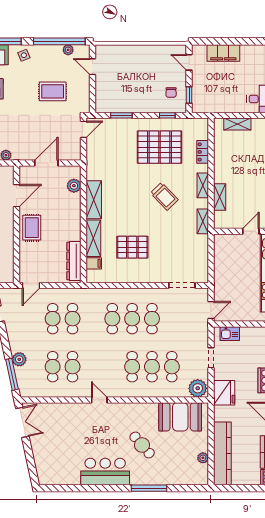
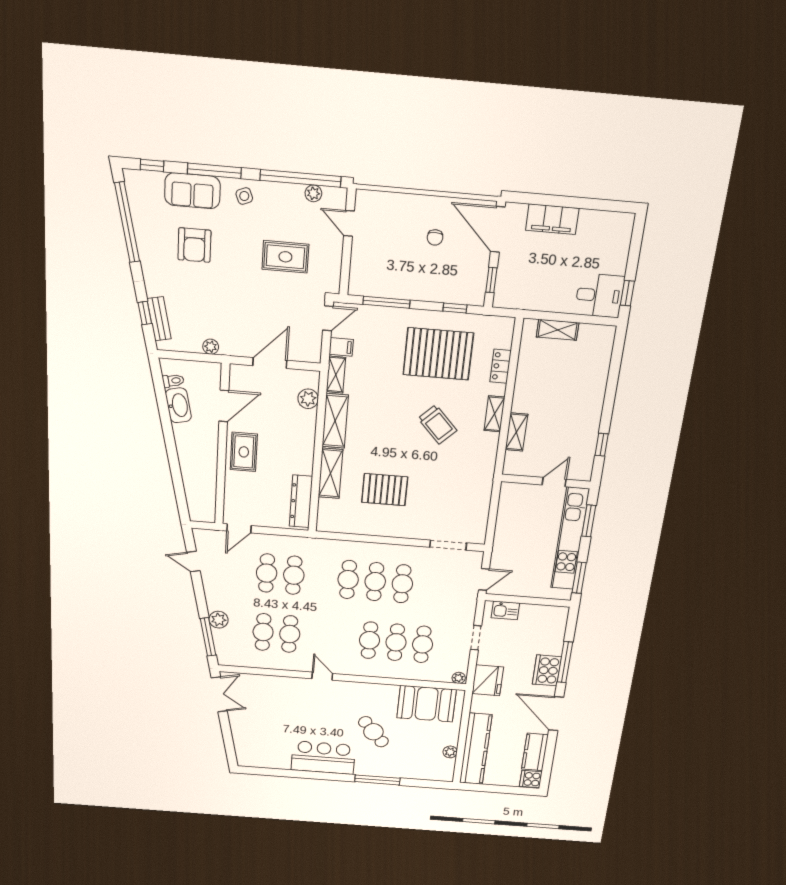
door: (189, 62) -> (498, 229), width x1.88
chair: (171, 93) -> (435, 237), moved
window: (121, 115) -> (386, 302), width x1.44
shelving: (203, 221) -> (336, 375), moved
filing cabinet: (94, 263) -> (341, 347), moved
plant: (198, 388) -> (459, 678), width x0.53, depth x0.53

